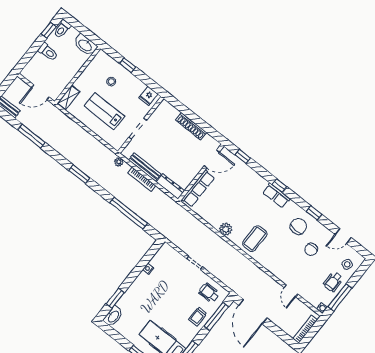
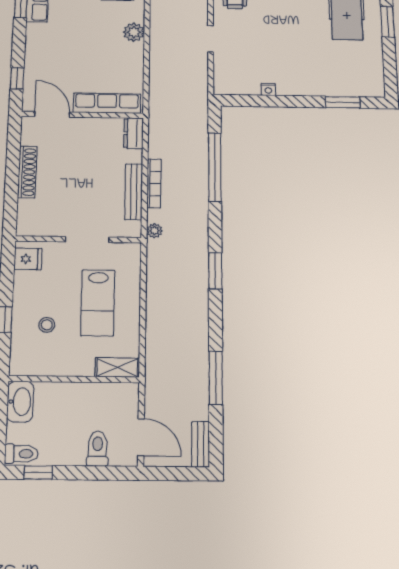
toilet: (48, 52) -> (98, 449), moved
door: (40, 92) -> (141, 437), moved
dresser: (170, 186) -> (133, 133), width x0.70
washbasin: (113, 316) -> (368, 88), removed

